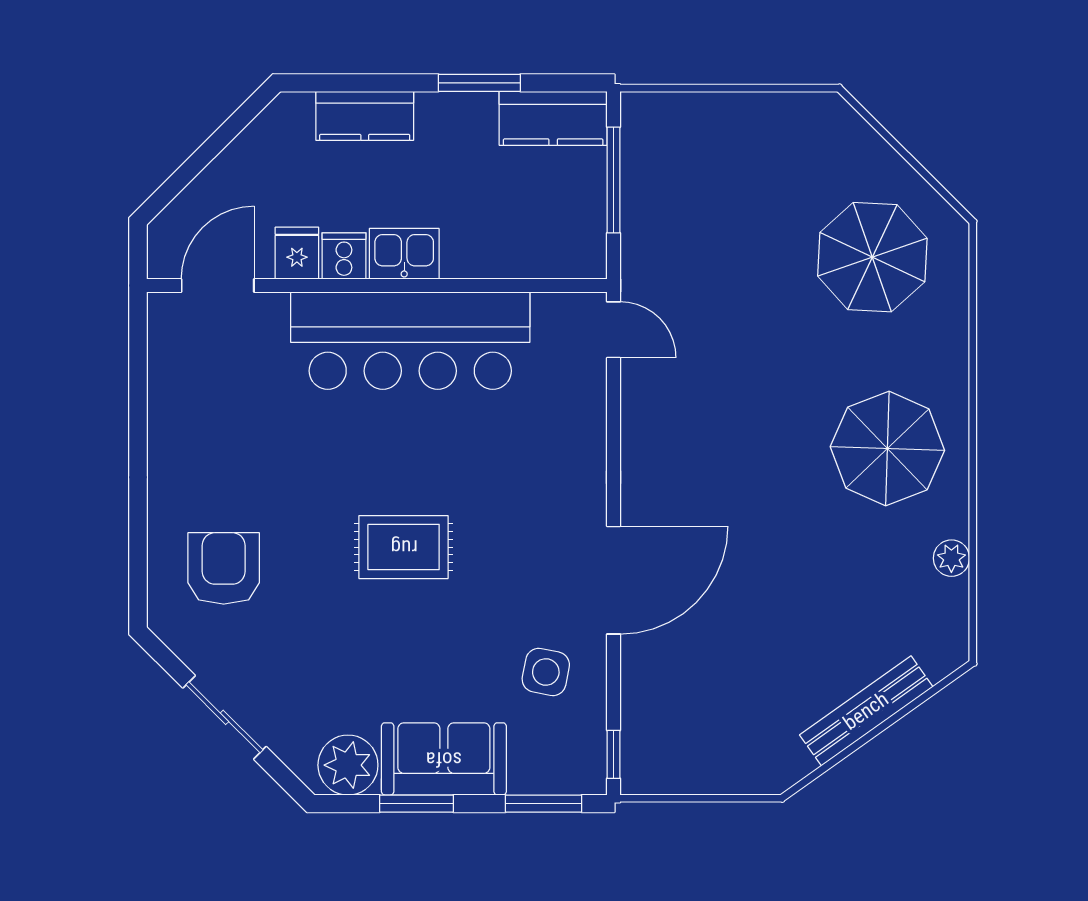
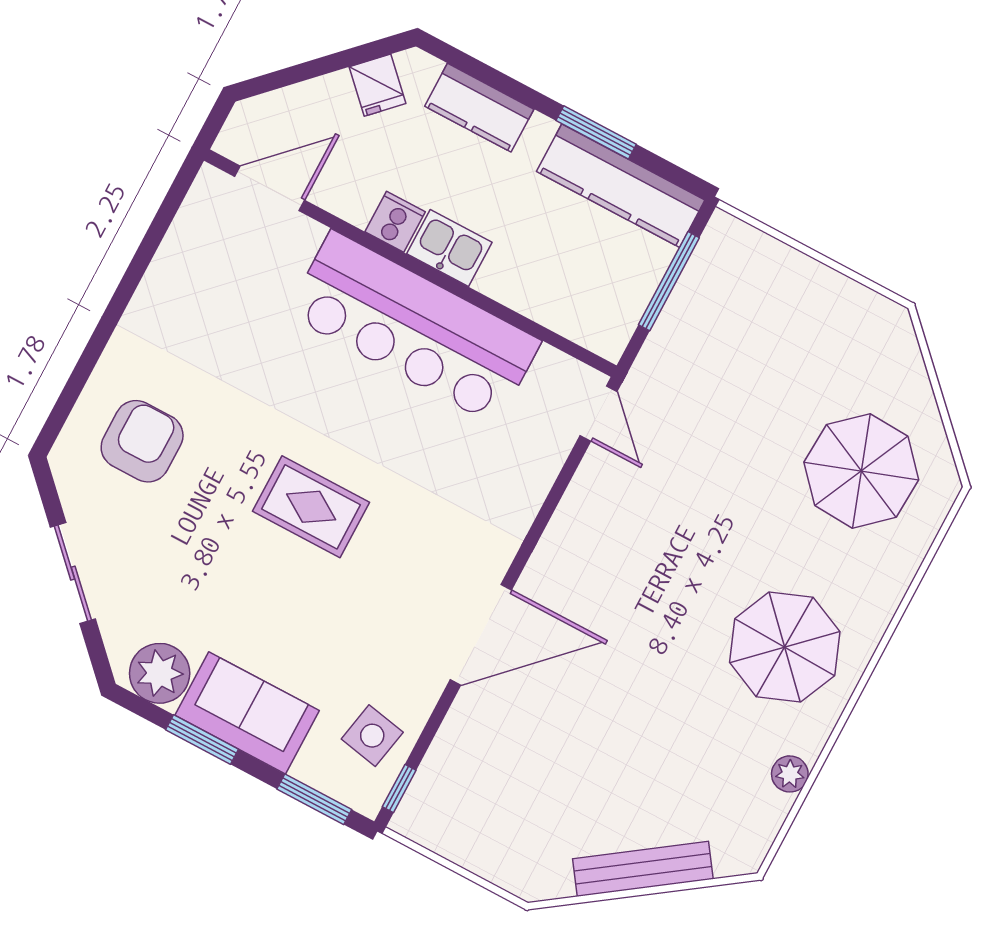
kitchen counter: (553, 118) -> (621, 186), width x1.50
fridge: (297, 253) -> (378, 85), moved, turned 135
side table: (546, 672) -> (372, 736), moved

